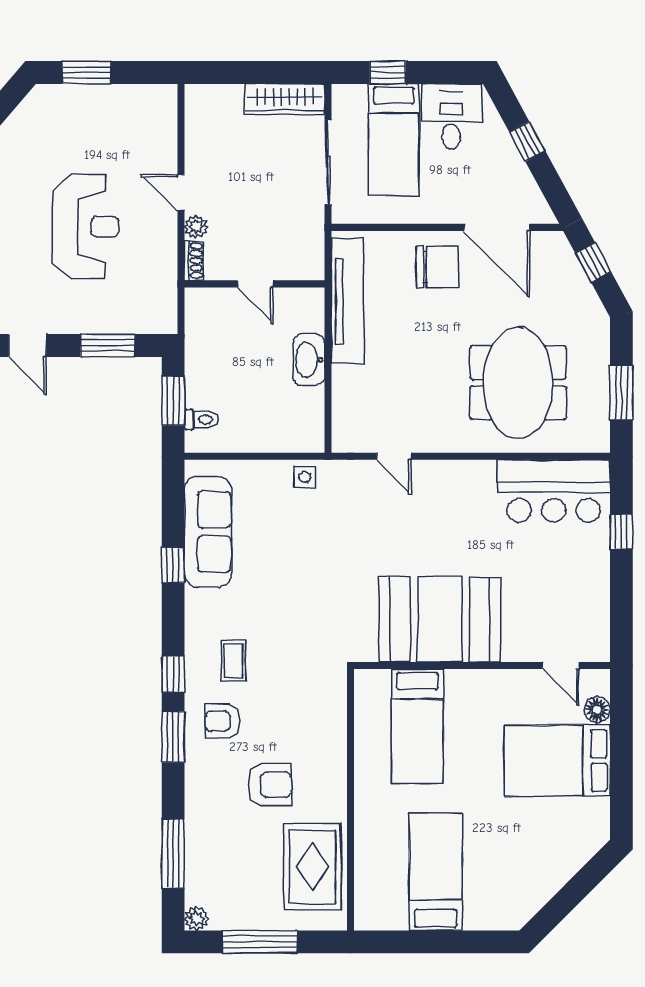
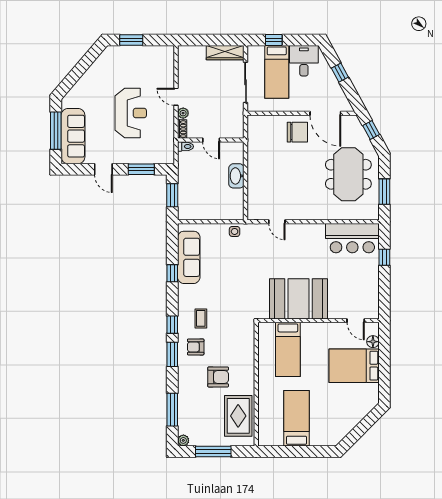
tv unit: (347, 301) -> (255, 148), removed
meeting table: (518, 383) -> (348, 174), moved
toilet: (201, 420) -> (185, 146), moved

